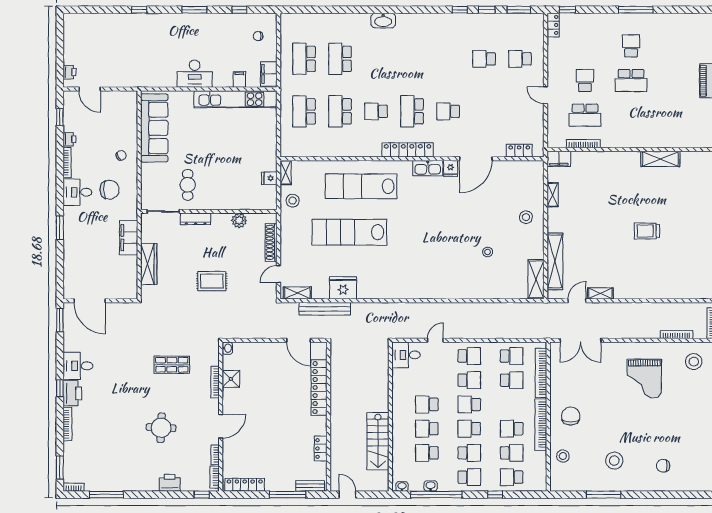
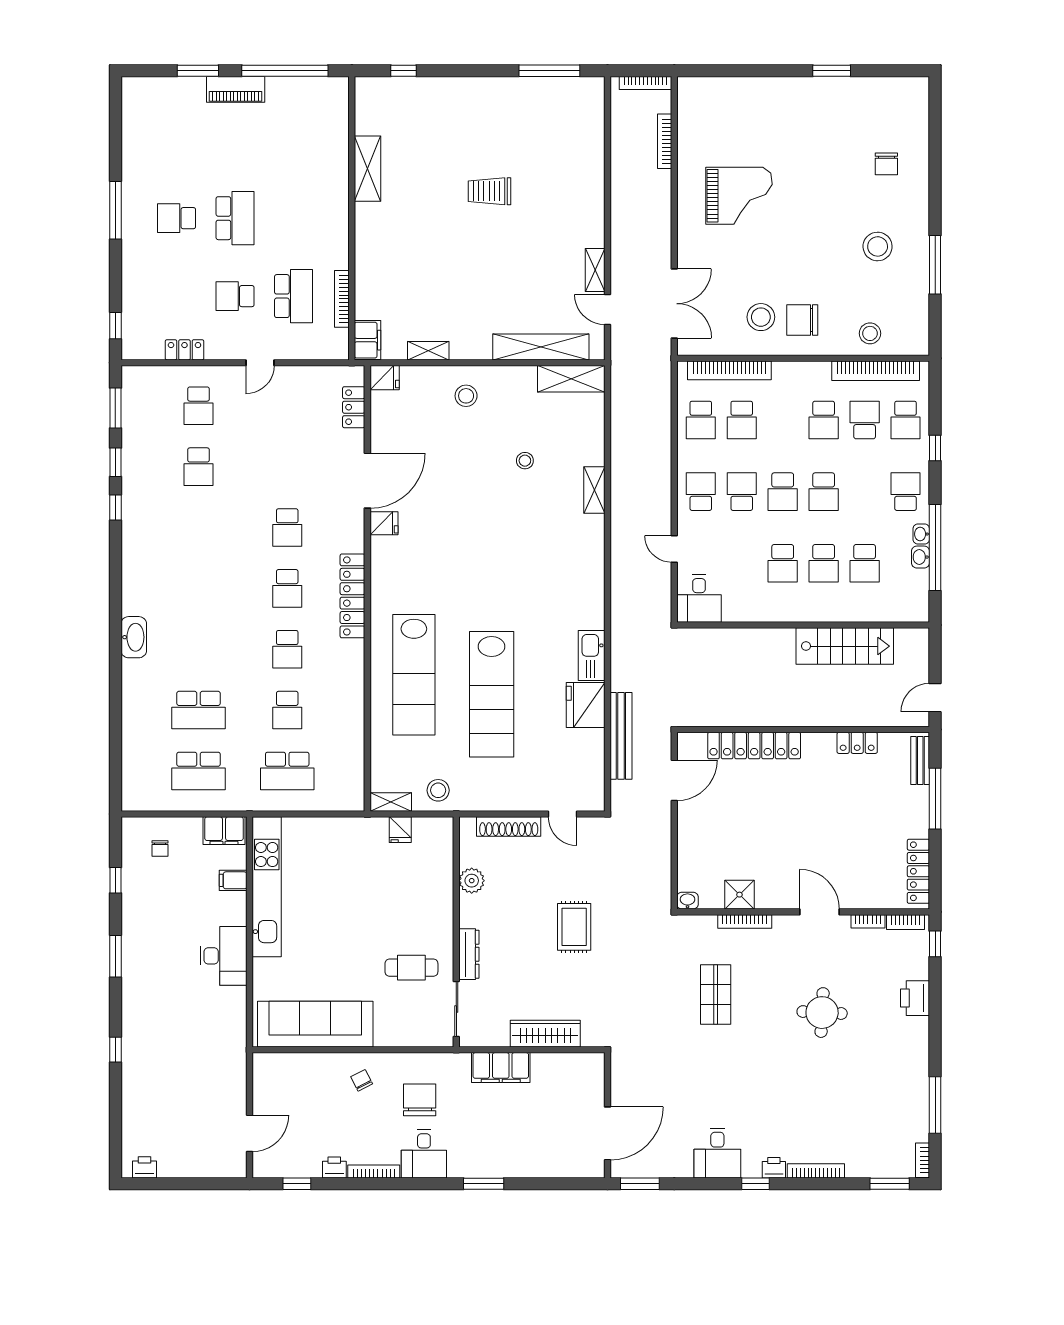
locker: (553, 25) -> (184, 350), moved
printer: (69, 72) -> (144, 1167), moved
school desk: (340, 111) -> (287, 710), width x0.54
school desk: (412, 111) -> (287, 588), width x0.54
door: (476, 159) -> (367, 481), hinge flipped
kitchen sink: (428, 168) -> (592, 655), moved, turned 180
fridge: (537, 169) -> (385, 378), added
trolley: (647, 231) -> (489, 191), turned 90
shelving: (297, 293) -> (594, 490), moved
school desk: (512, 356) -> (701, 420), turned 180
stool: (694, 362) -> (761, 317), moved
school desk: (512, 380) -> (742, 420), turned 180
printer: (72, 393) -> (774, 1168), width x0.53, depth x0.68
bookcase: (541, 425) -> (876, 371), moved
school desk: (469, 453) -> (865, 492), removed
washbasin: (402, 486) -> (921, 534), moved

